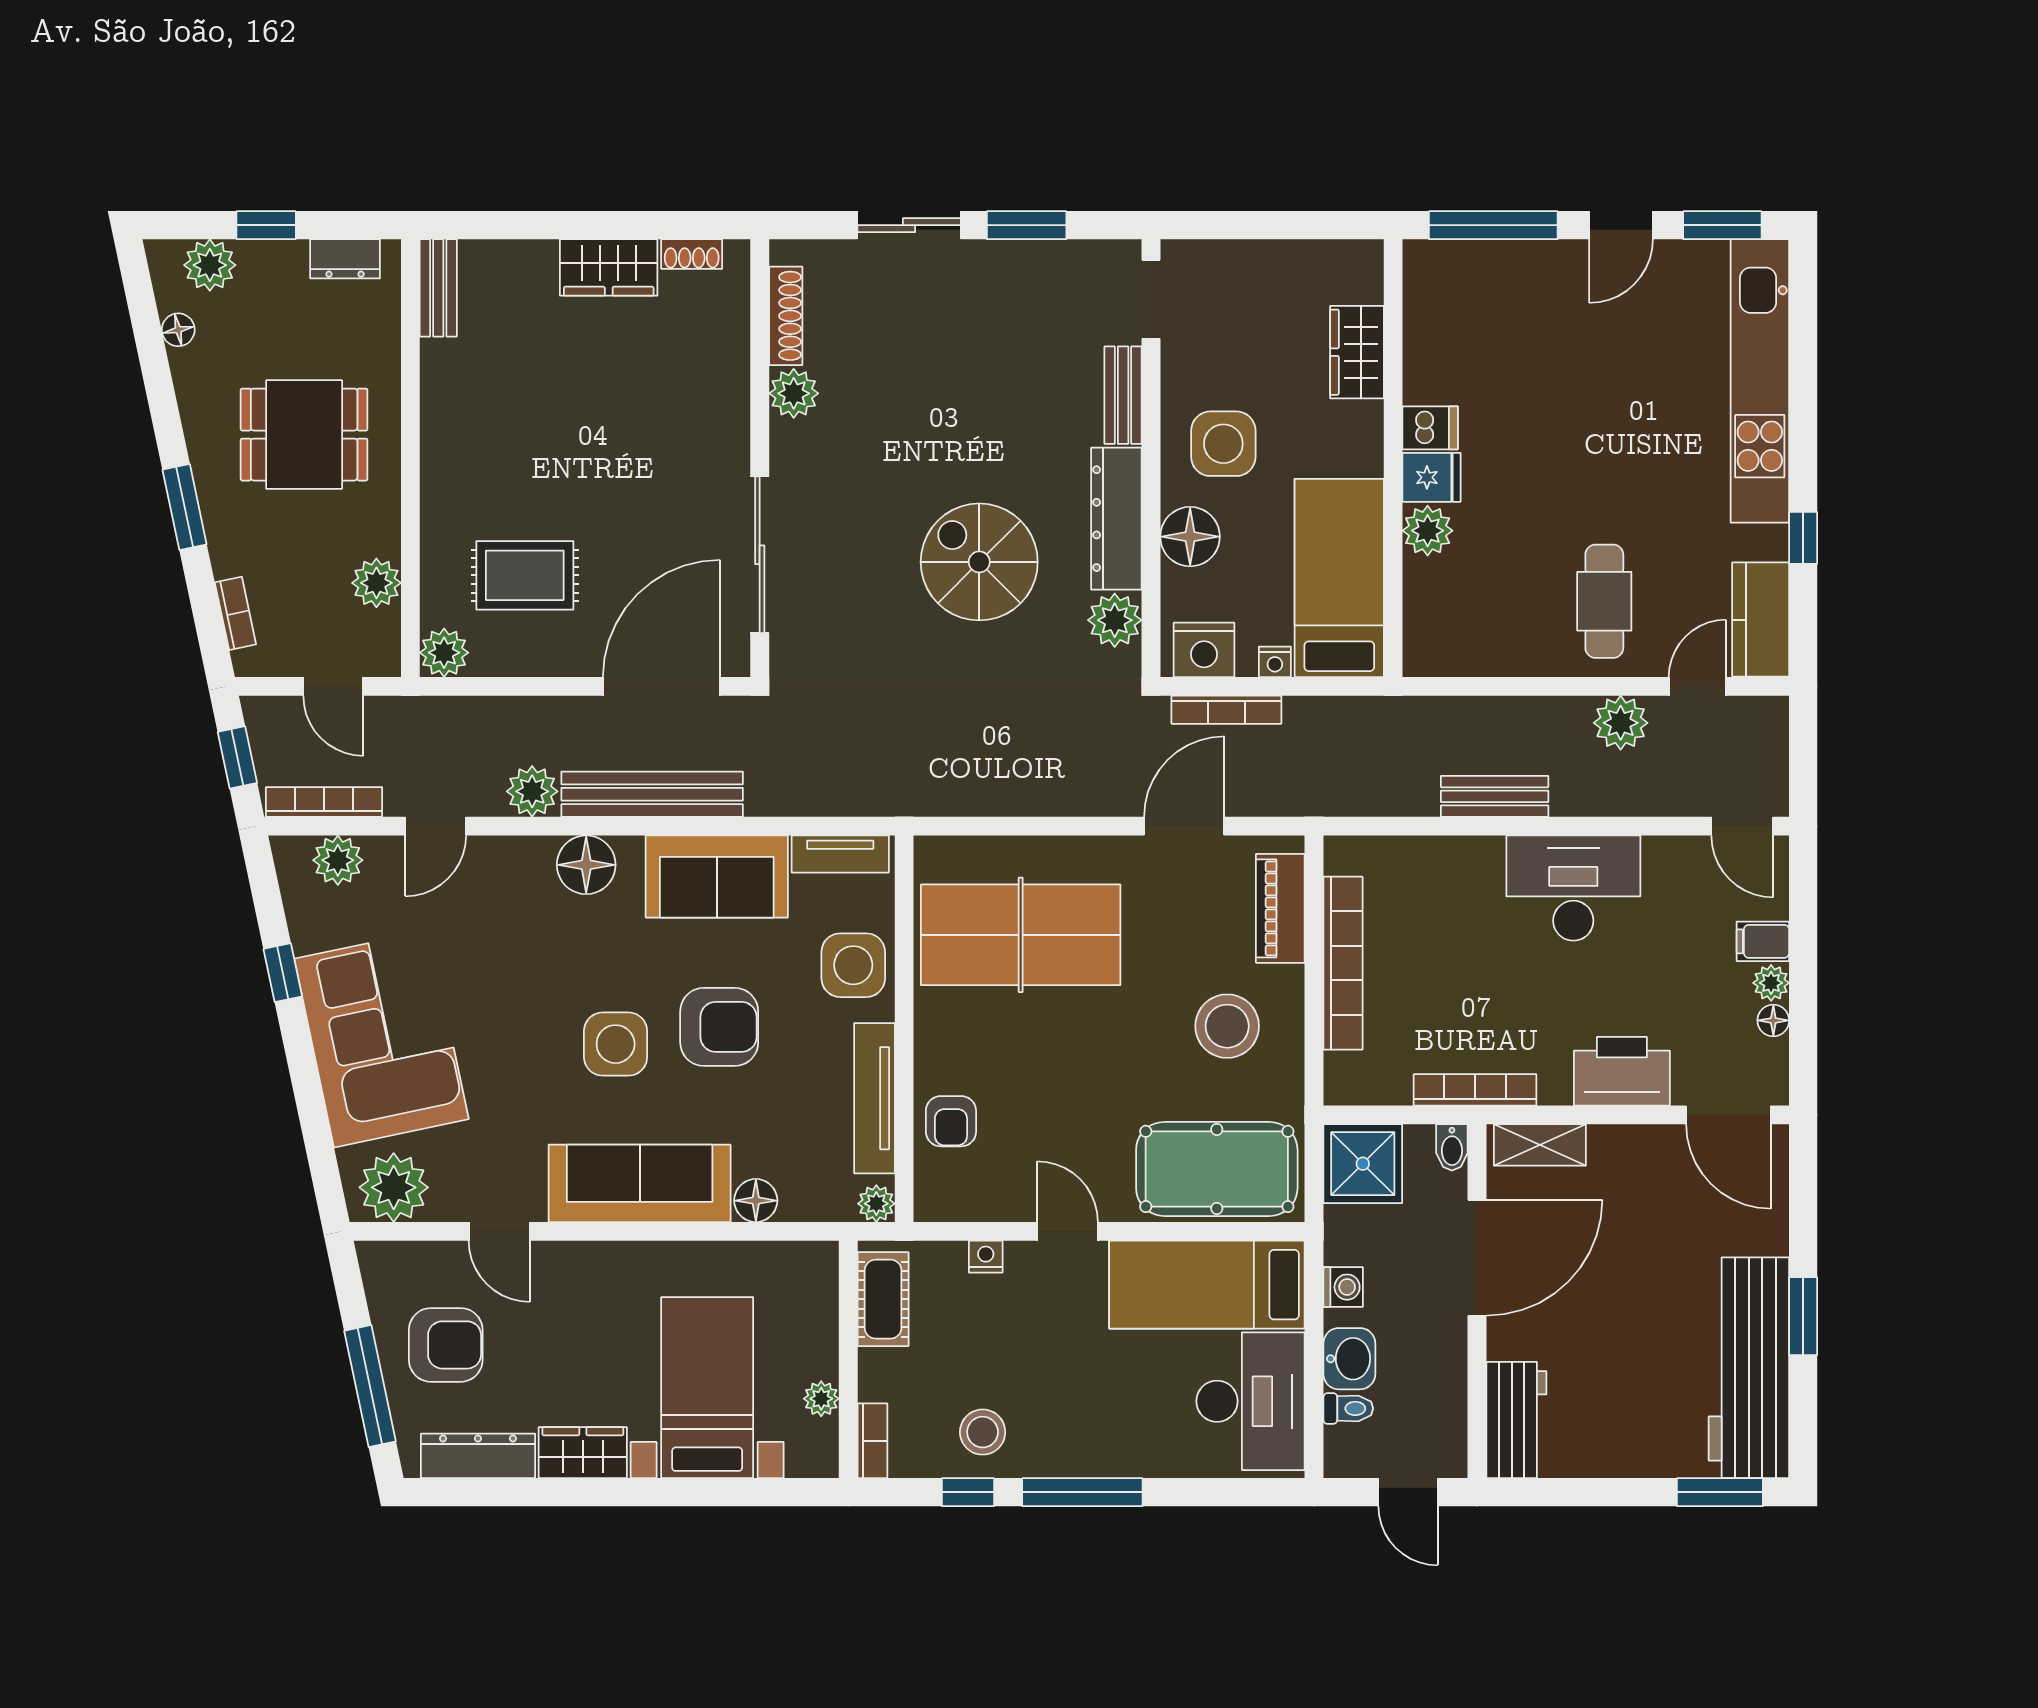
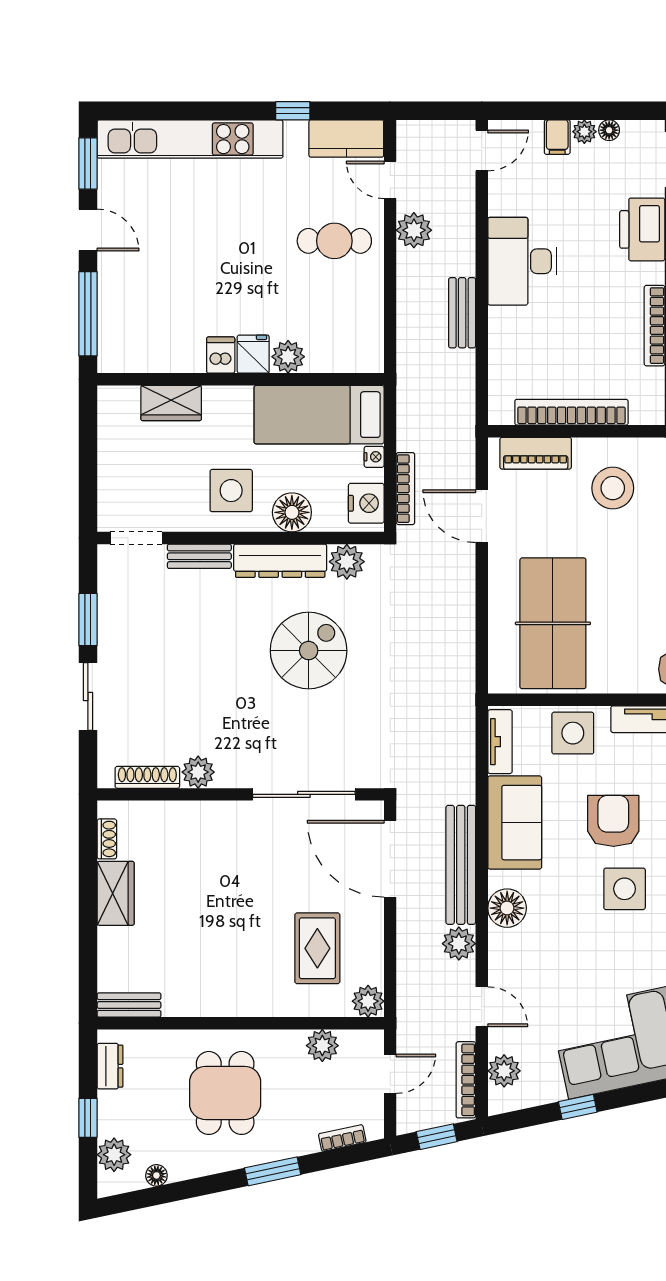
spiral stairs: (979, 562) -> (309, 651), turned 180

